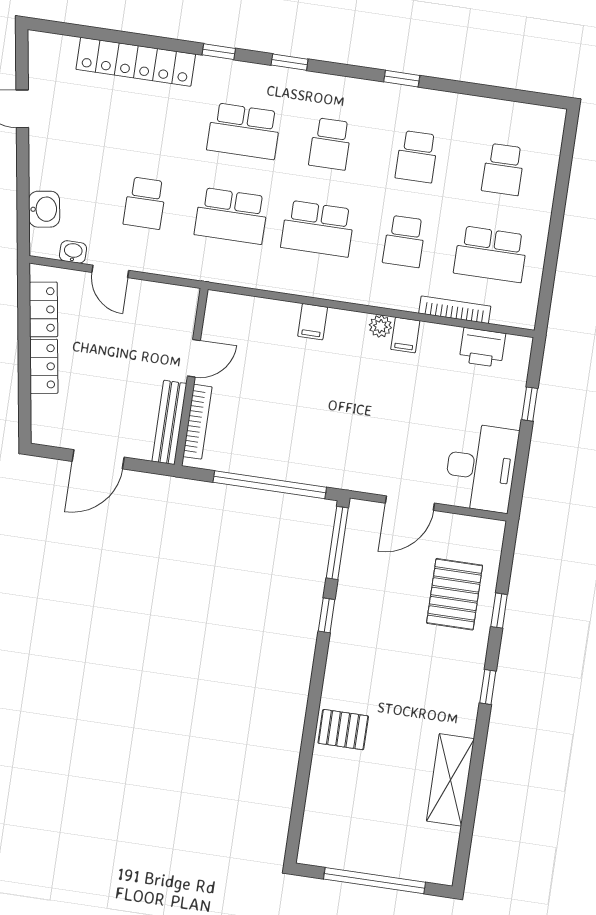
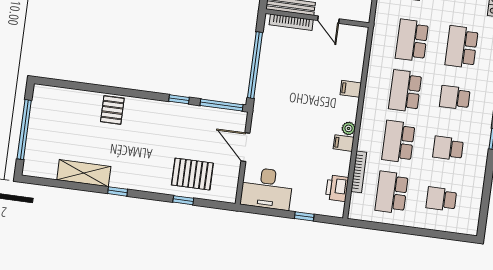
school desk: (404, 241) -> (398, 142), width x1.85
window: (488, 687) -> (118, 191), moved

